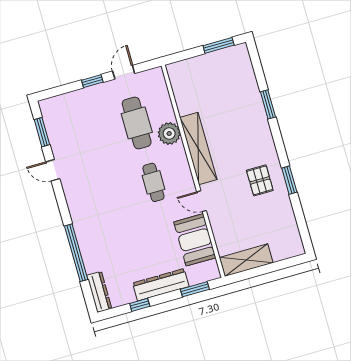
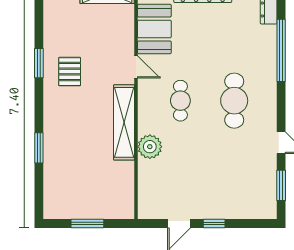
window: (219, 45) -> (87, 223), moved
cafe table: (137, 123) -> (234, 101), moved

